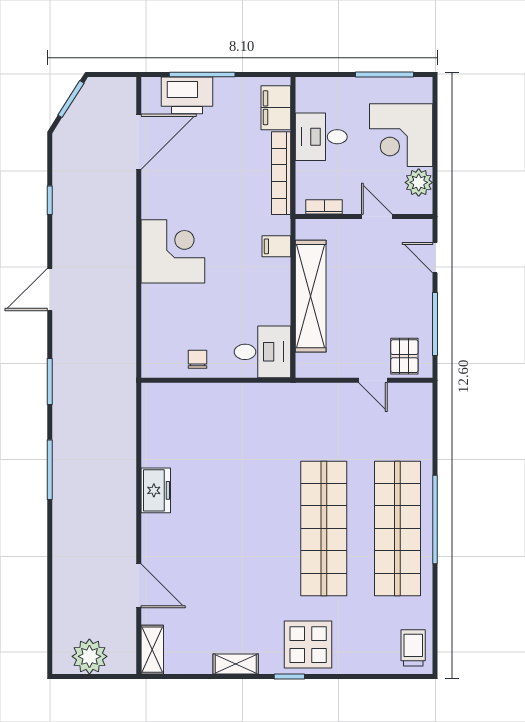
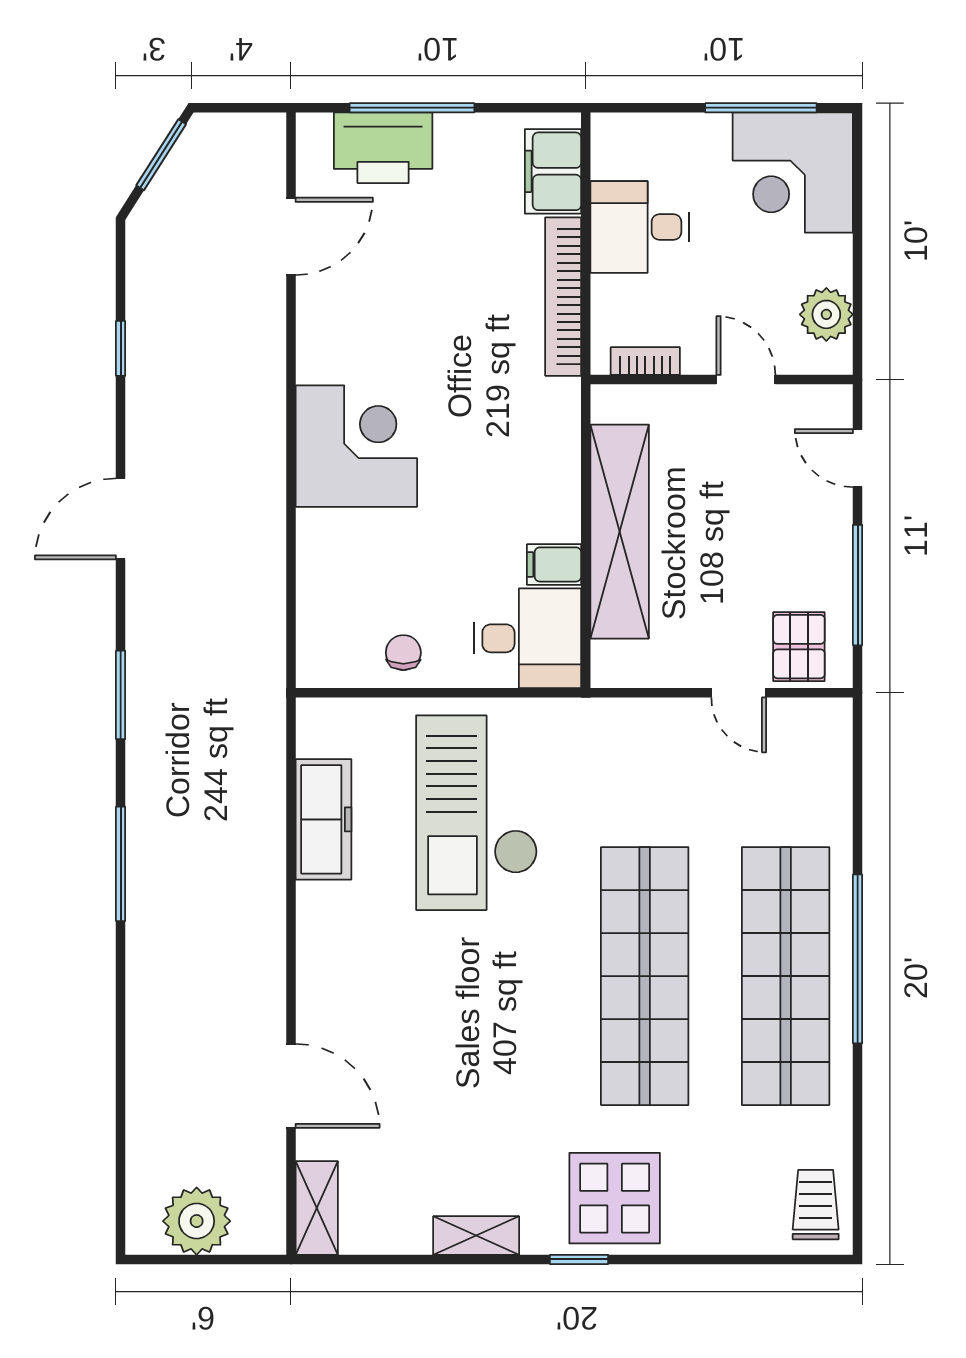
corner desk: (401, 135) -> (793, 173), moved
door: (139, 142) -> (291, 236), width x0.73
filing cabinet: (276, 246) -> (554, 564), moved
checkout: (236, 443) -> (477, 813), added
freezer: (156, 490) -> (324, 819), moved, width x1.40

